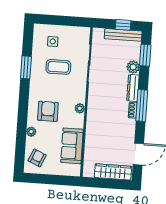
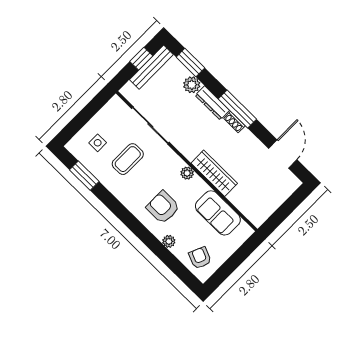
window: (26, 67) -> (84, 176), moved
wardrobe: (113, 172) -> (214, 173), moved, turned 90

